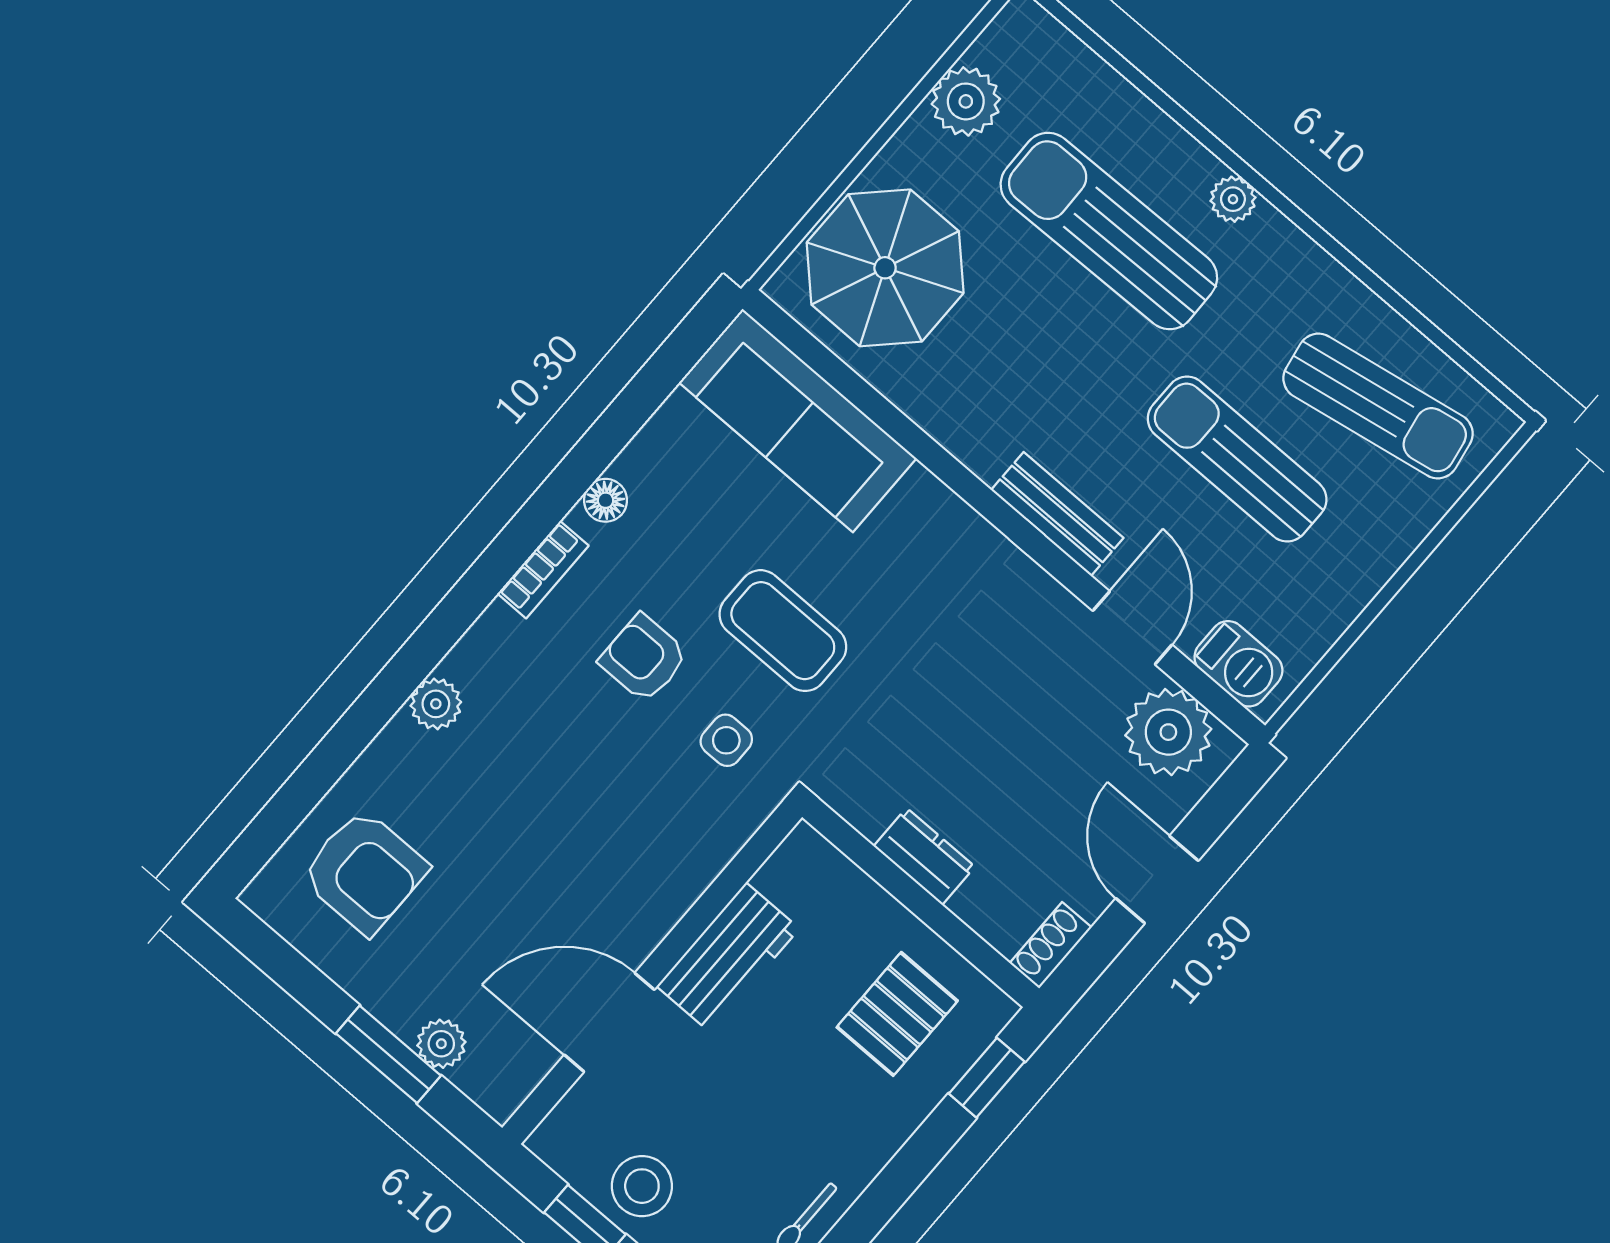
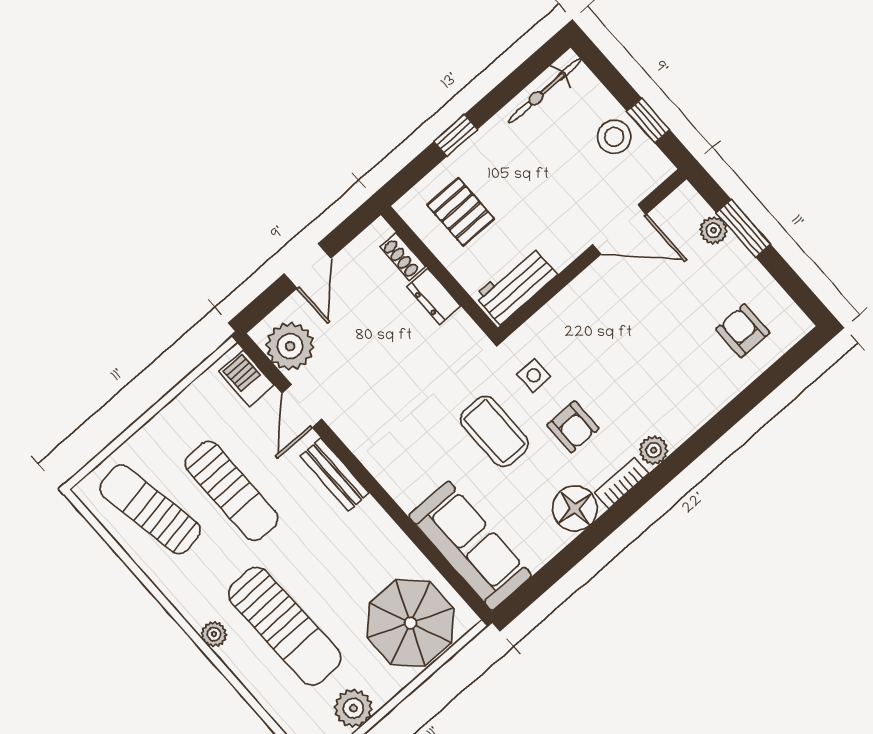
floor lamp: (606, 500) -> (575, 509), width x1.89, depth x1.89
plant: (436, 704) -> (654, 450), moved
armchair: (364, 872) -> (743, 331), width x0.72, depth x0.72
shoe rack: (1051, 945) -> (403, 257), moved, turned 90
workbench: (728, 957) -> (516, 285), moved
pallet: (897, 1014) -> (461, 212), turned 90
window: (987, 1078) -> (456, 135), moved

